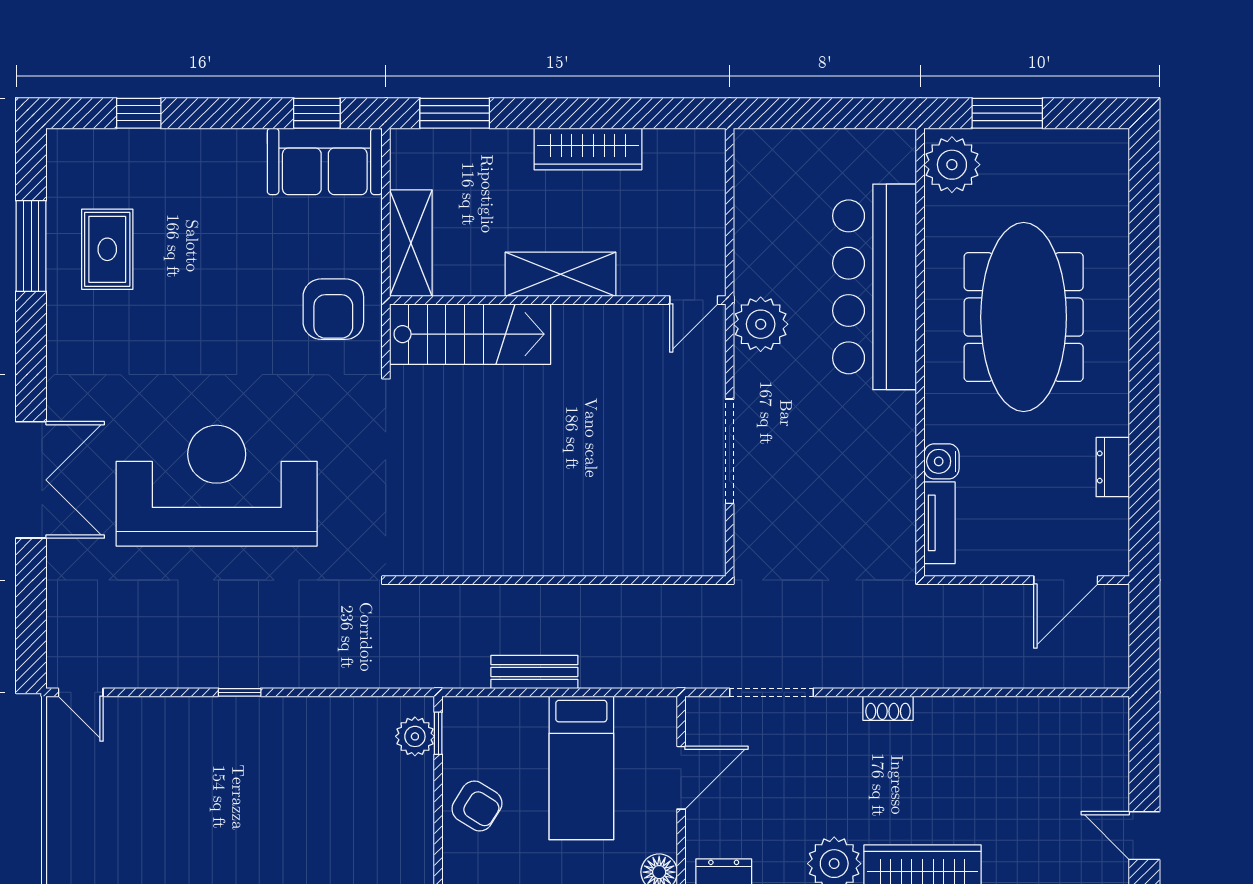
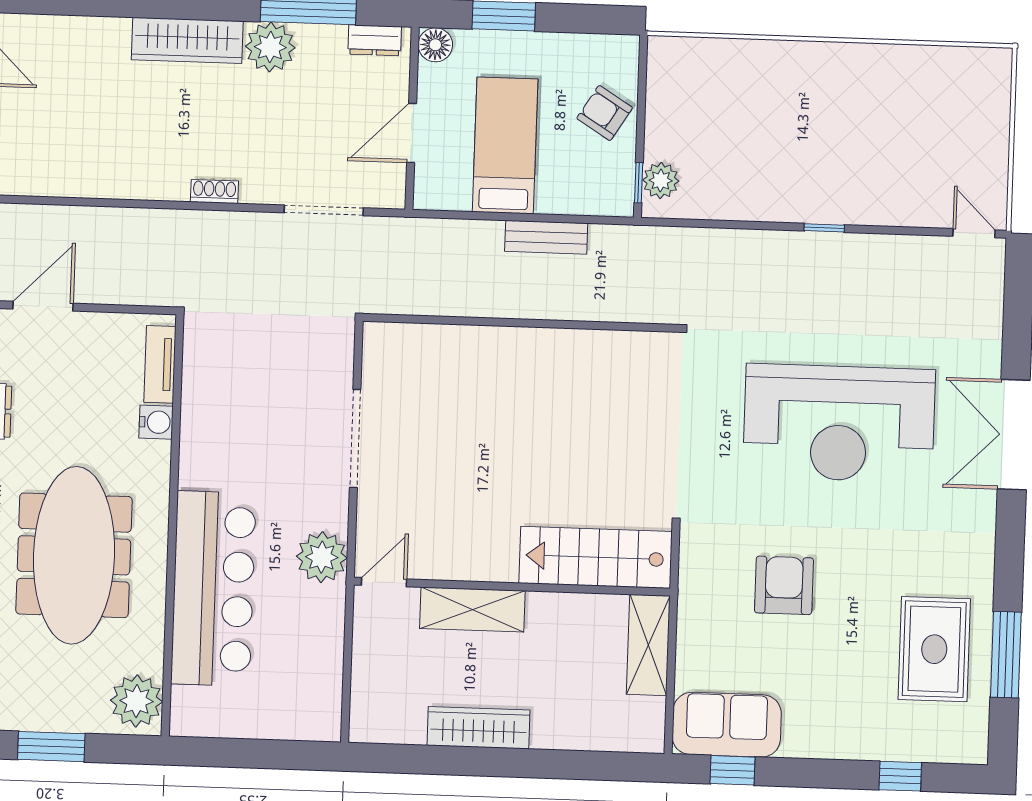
window: (455, 113) -> (603, 766), removed
window: (1007, 113) -> (51, 747), moved
rug: (107, 249) -> (934, 649), width x1.36, depth x1.43
shelving: (561, 274) -> (472, 610), moved
armchair: (333, 309) -> (784, 585), moved

